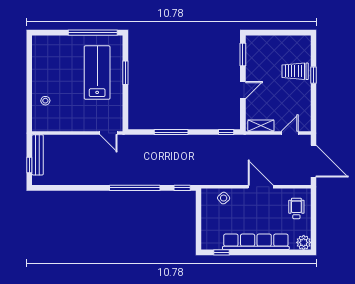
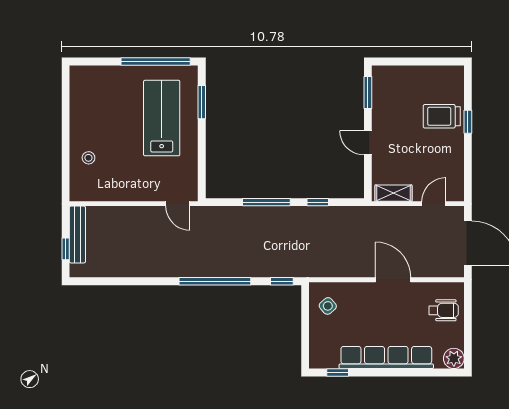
window: (125, 73) -> (202, 102), moved
door: (243, 90) -> (368, 143), swing flipped
window: (226, 132) -> (318, 202), moved
side table: (224, 198) -> (328, 306), moved
wheelchair: (296, 208) -> (444, 310), turned 90

